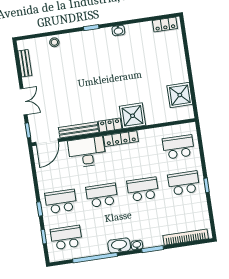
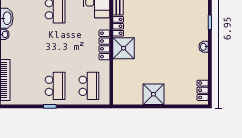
shower: (180, 95) -> (153, 94), moved
locker: (121, 139) -> (104, 45), moved
school desk: (143, 189) -> (55, 48), removed

